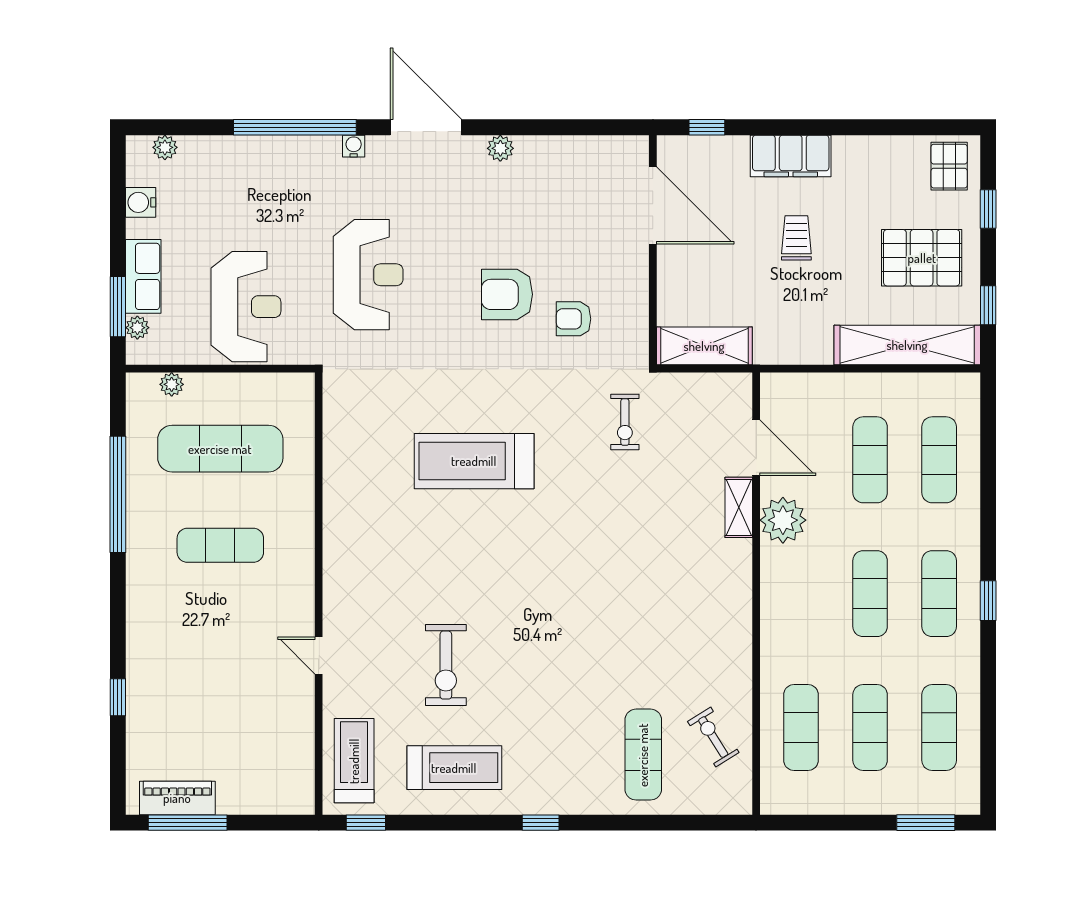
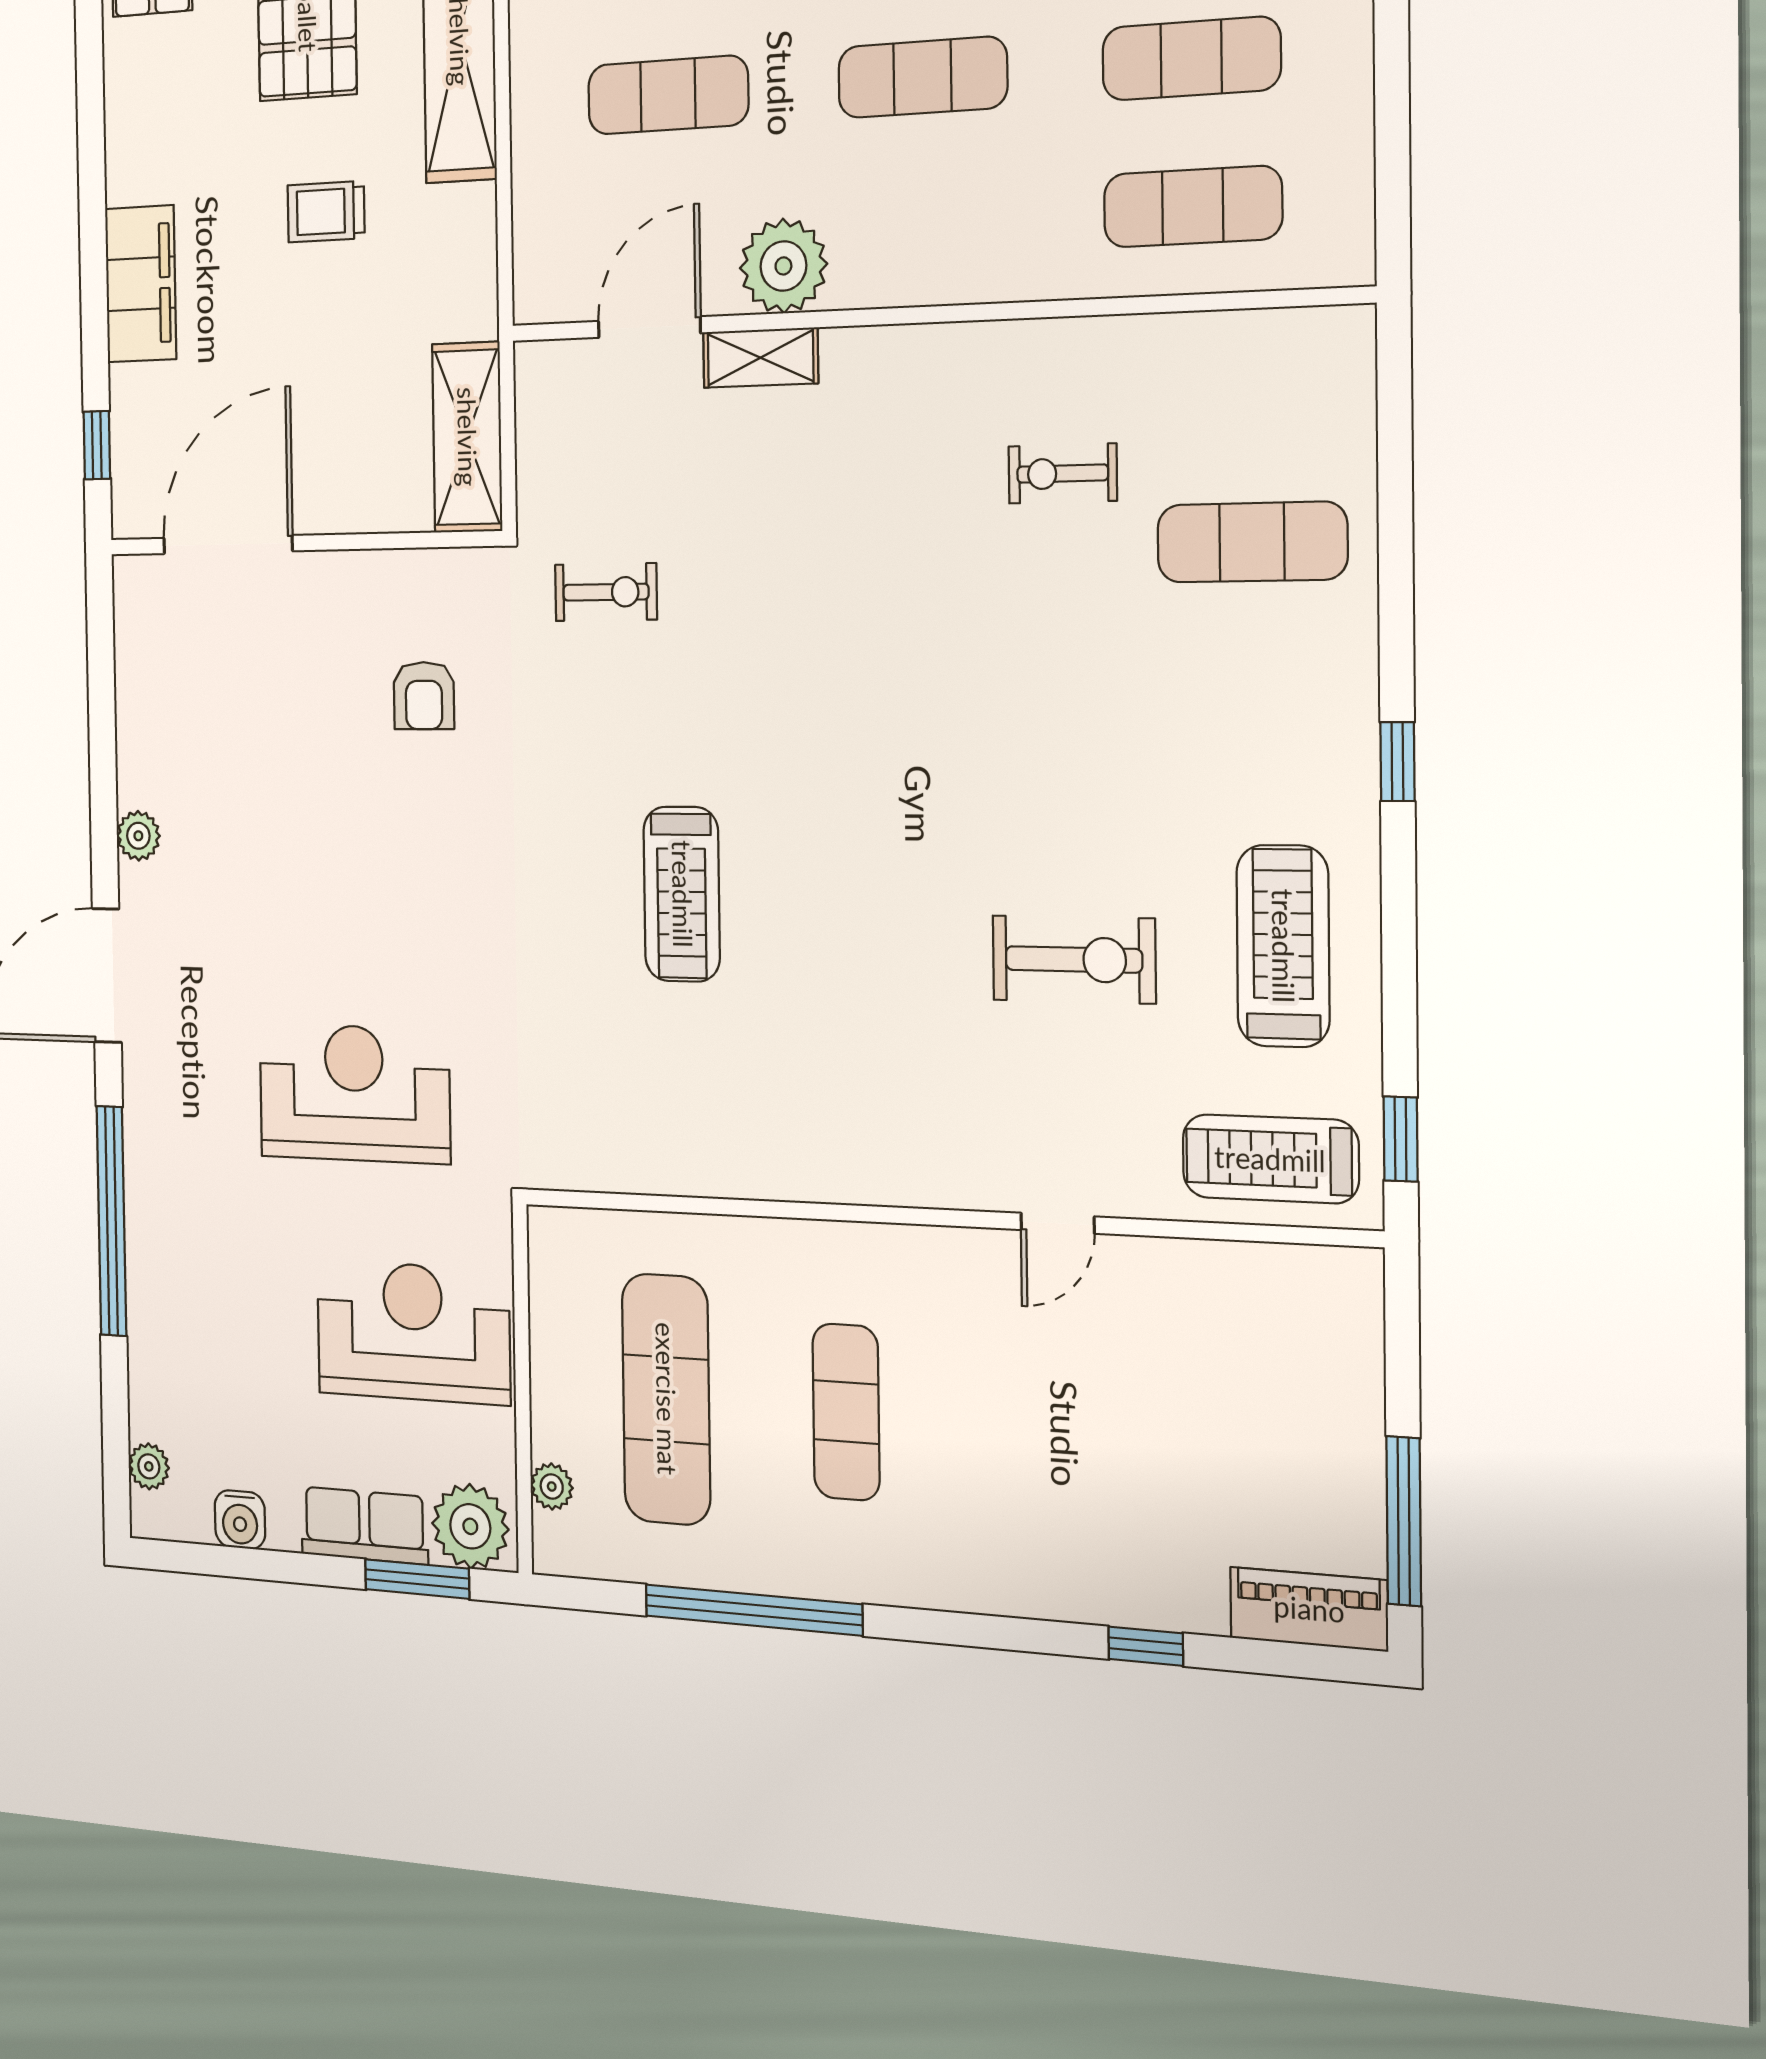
water cooler: (354, 146) -> (140, 1112), removed
trolley: (796, 238) -> (326, 212), moved
armchair: (507, 294) -> (384, 825), removed
plant: (137, 328) -> (470, 1526), width x1.88, depth x1.88
treadmill: (474, 461) -> (682, 894), width x0.73, depth x0.73
exercise bike: (713, 737) -> (1063, 473), moved, turned 32
piano: (177, 798) -> (1309, 1609), moved, turned 90

